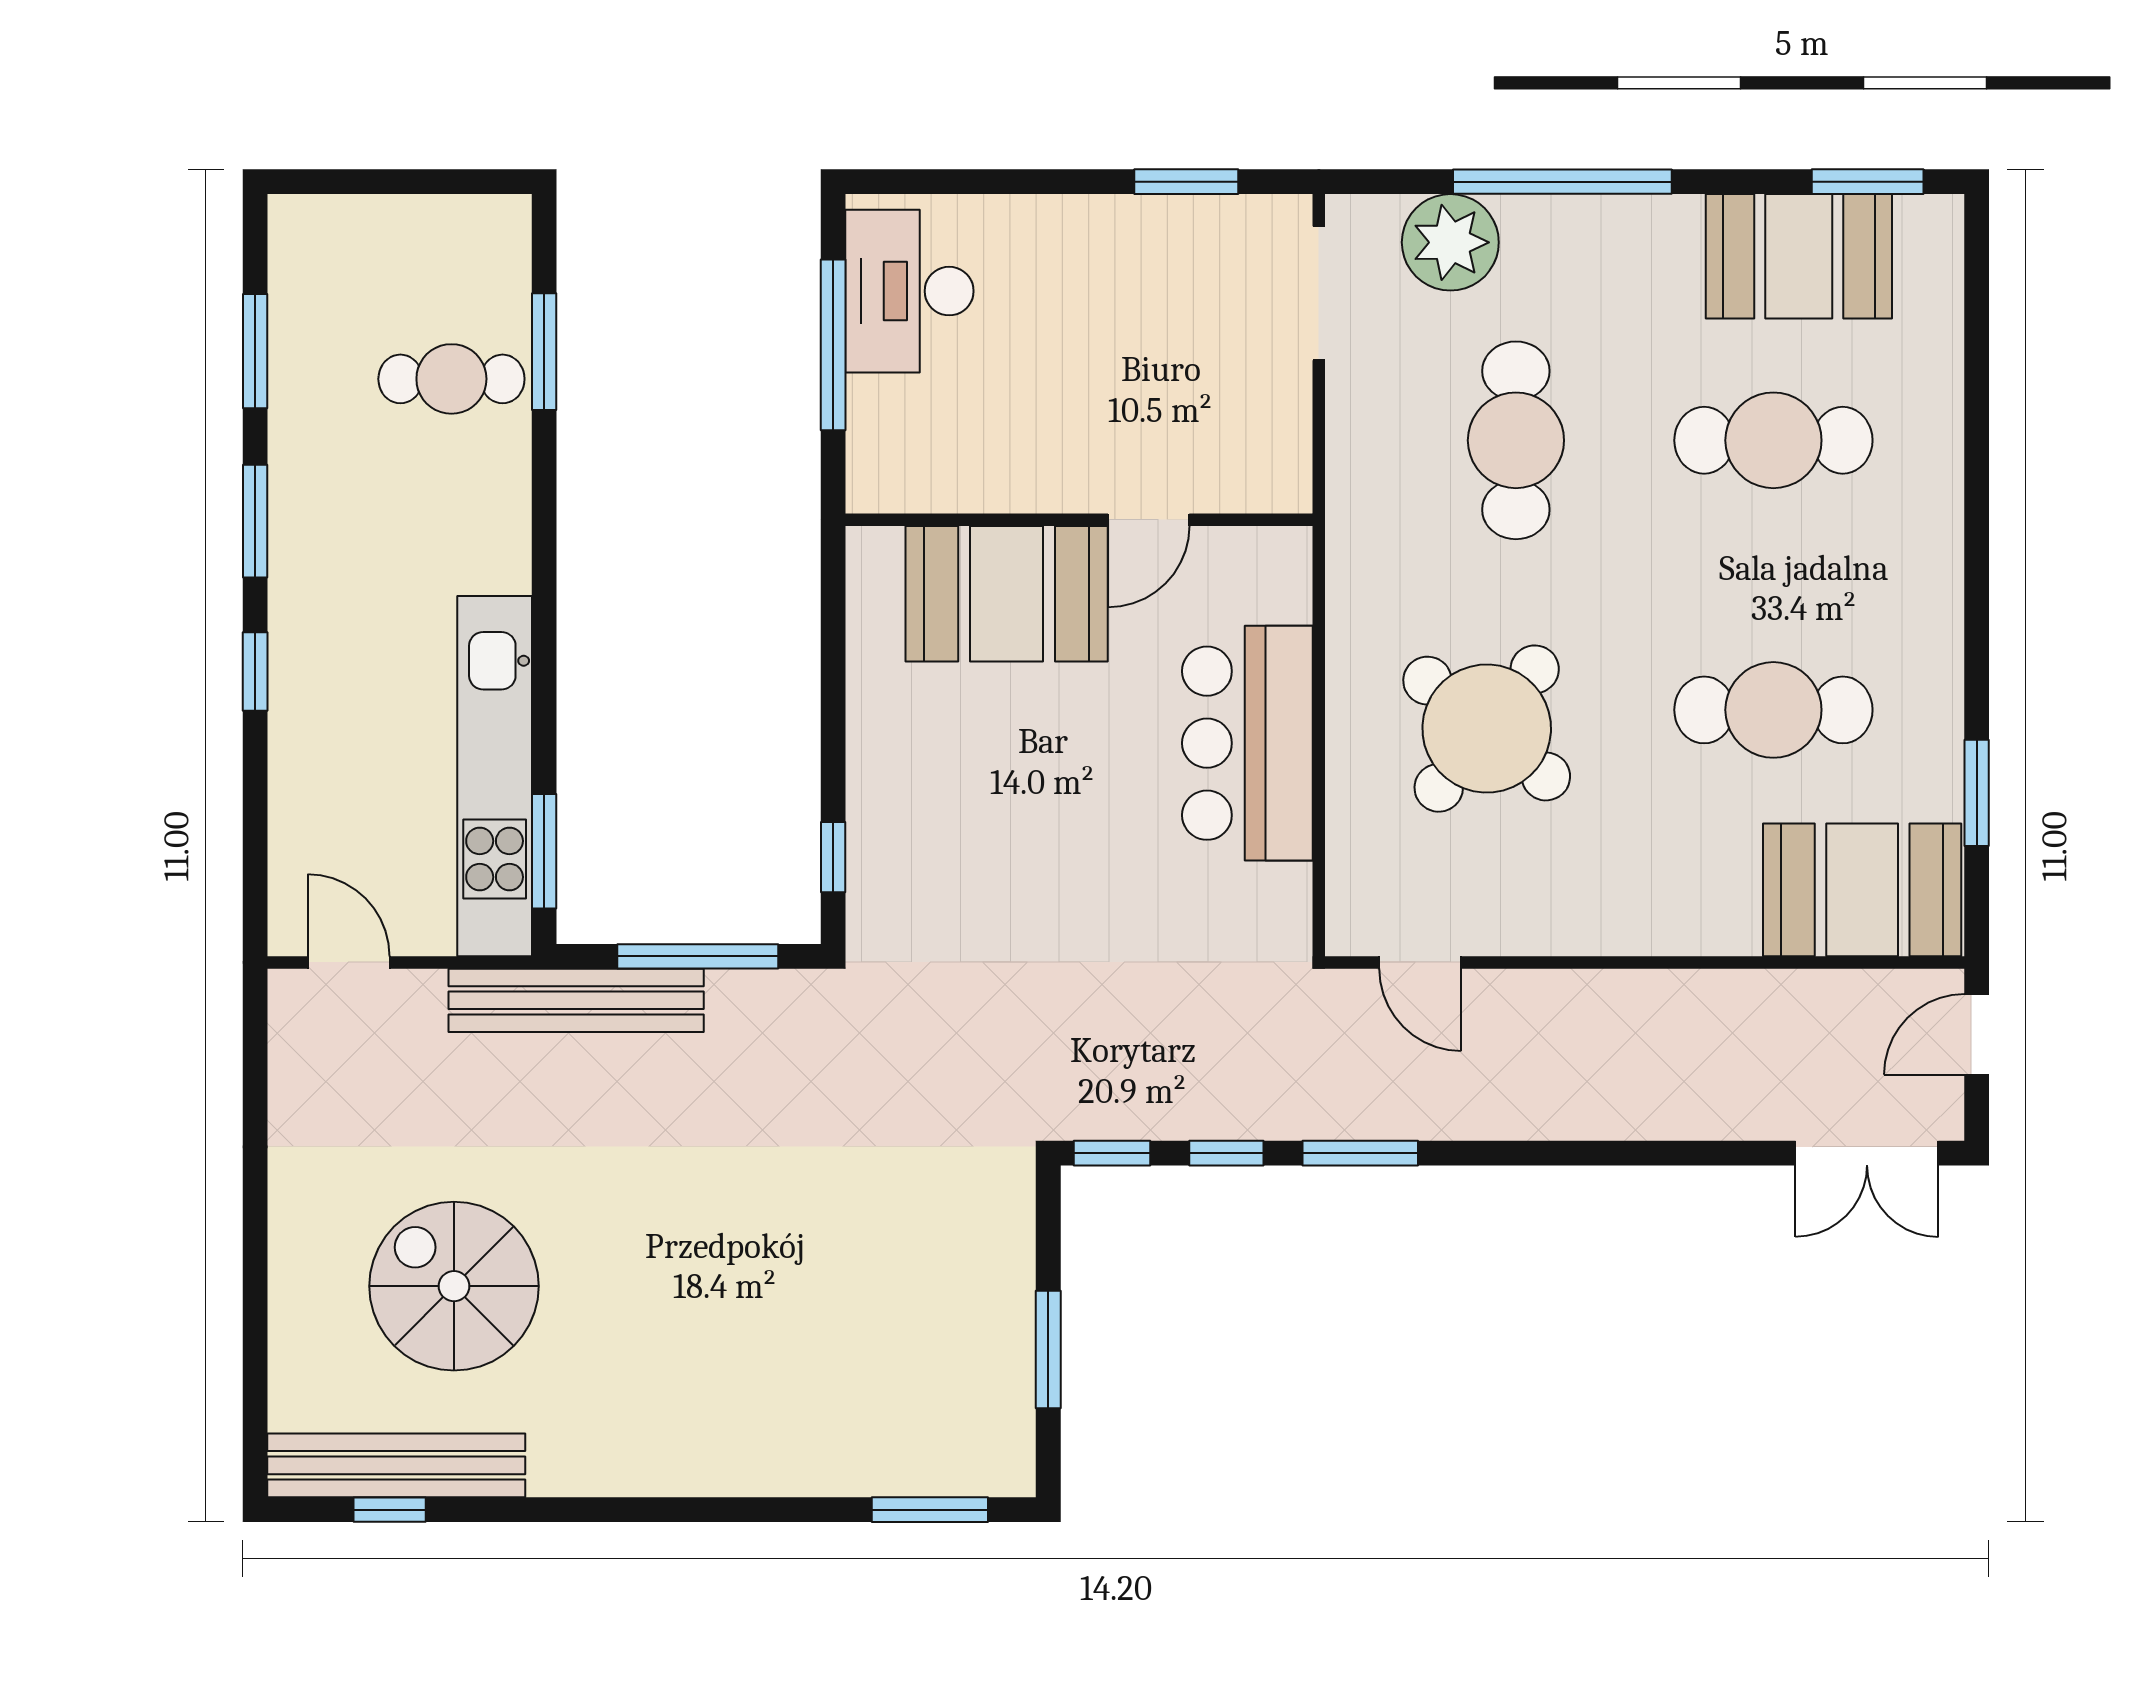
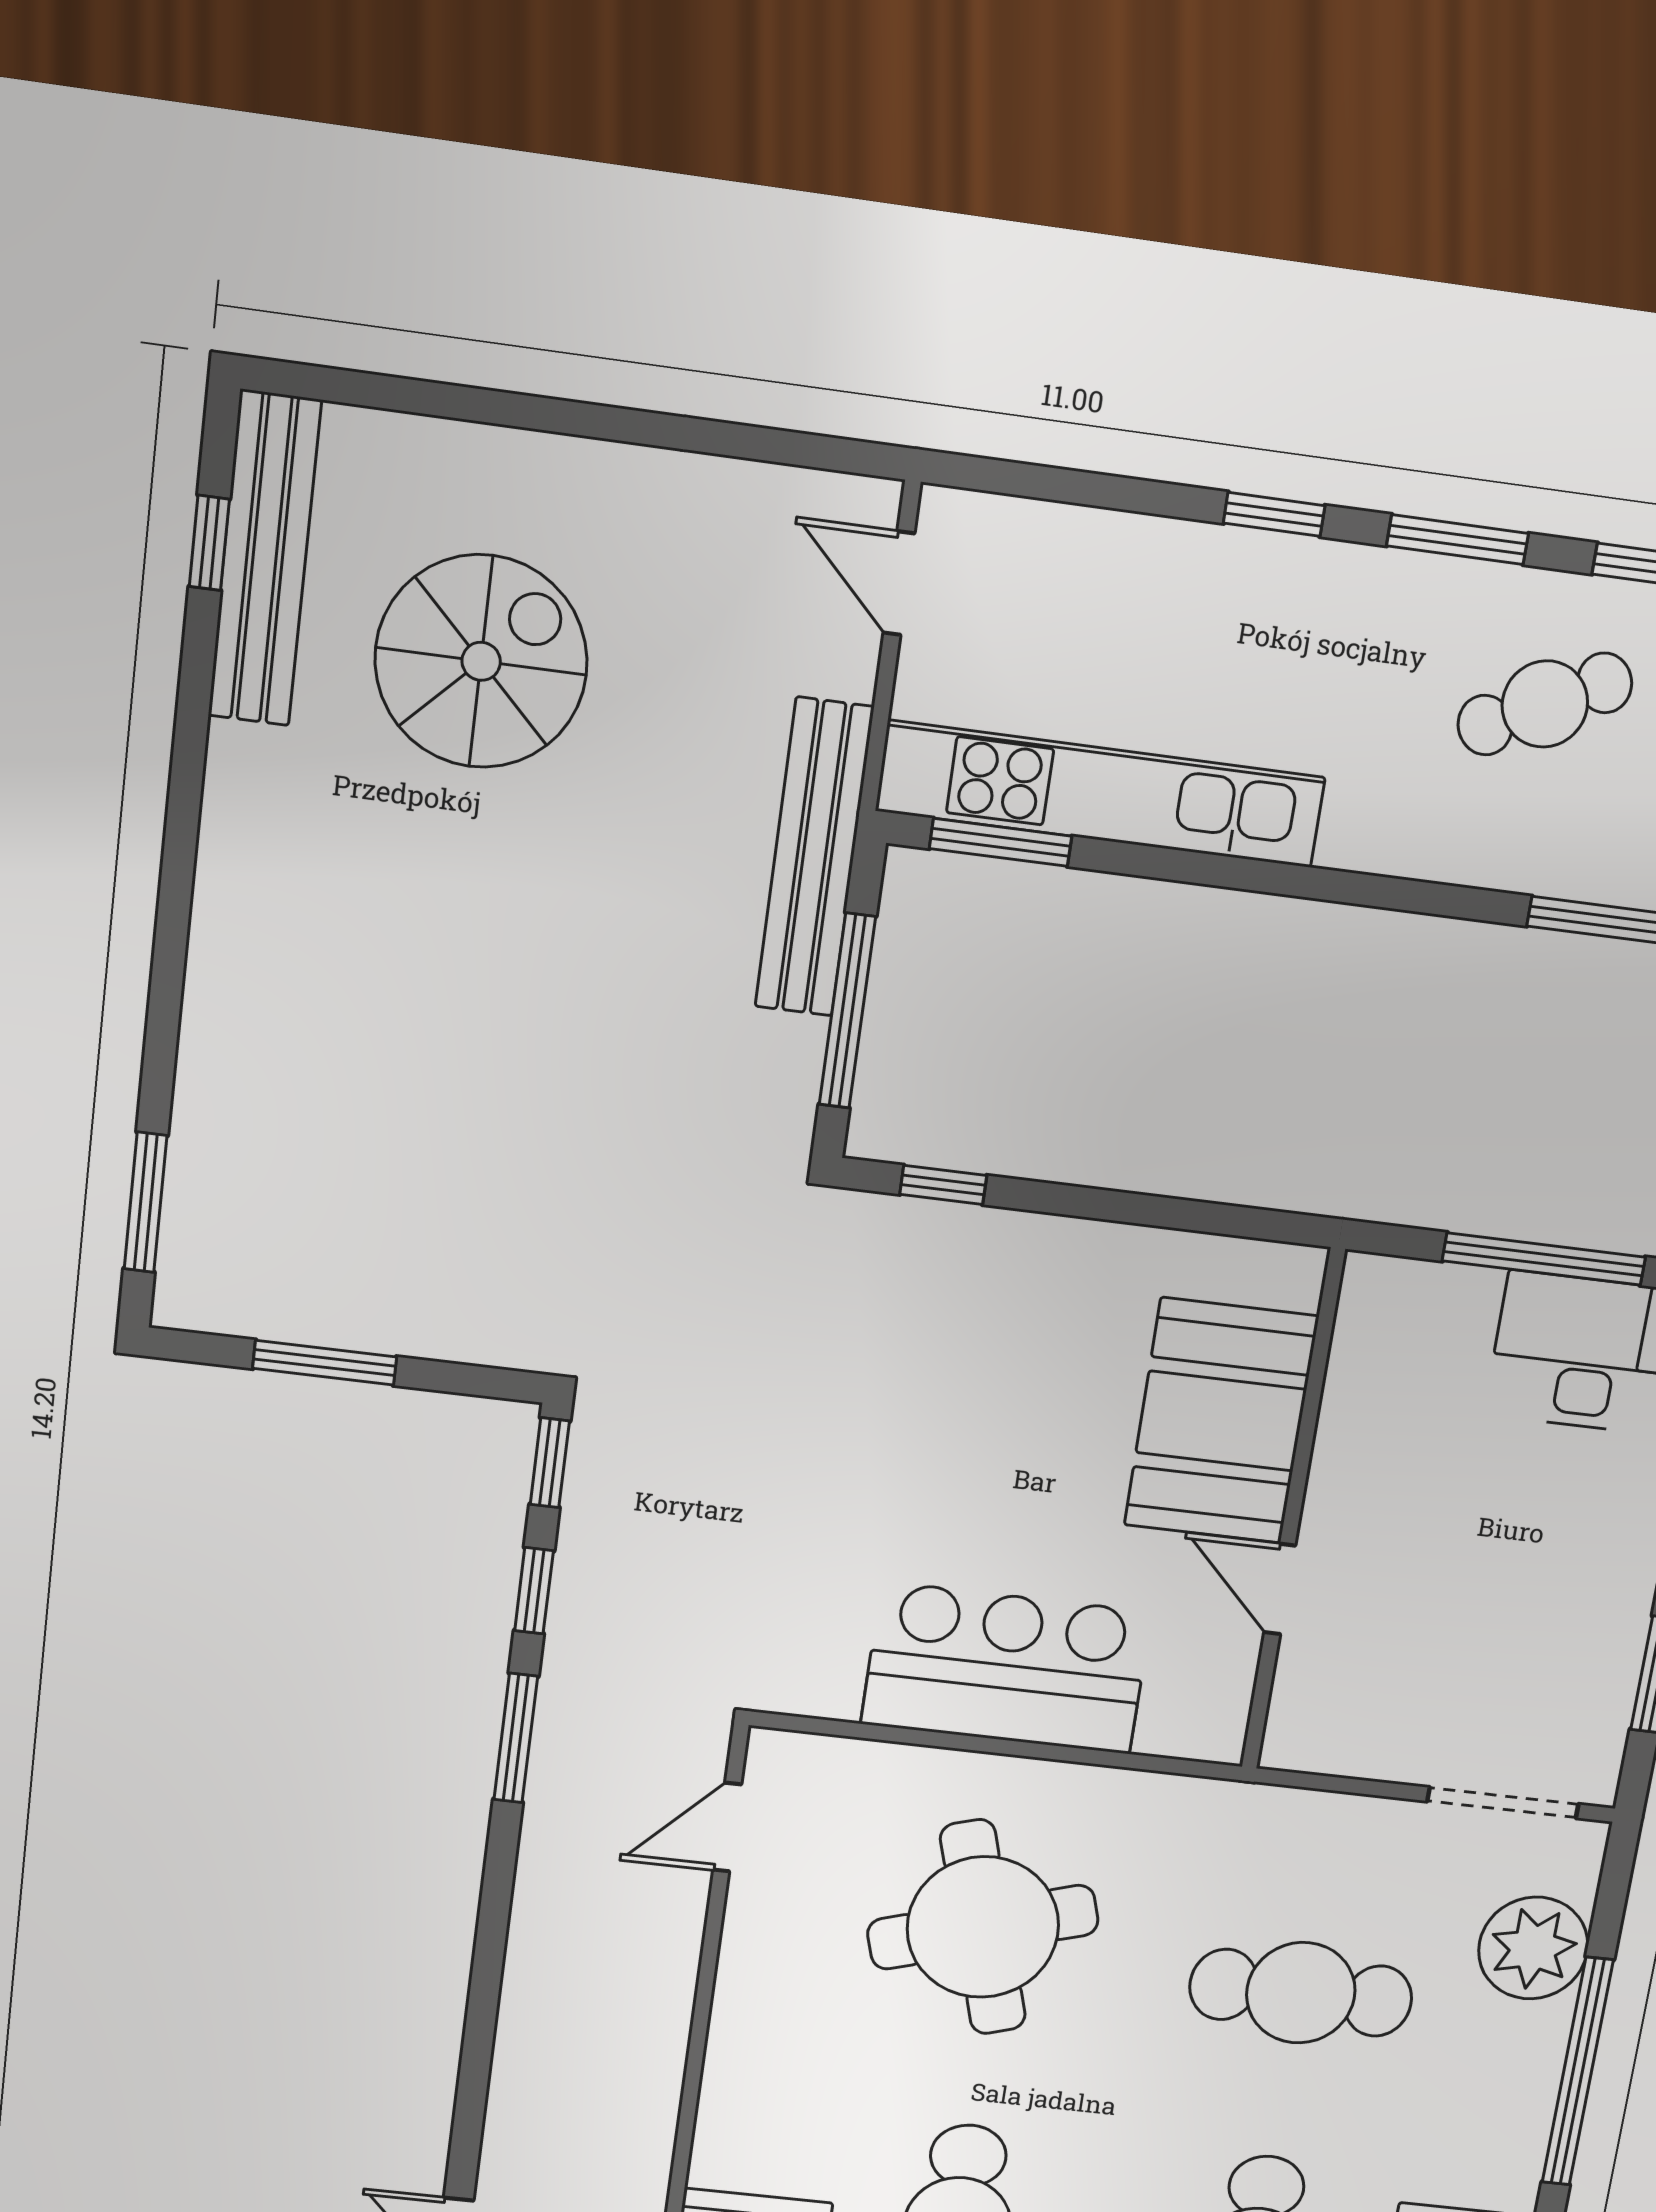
cafe table: (451, 379) -> (1545, 704), moved, turned 63
round table: (1487, 729) -> (983, 1927), turned 34
door: (349, 962) -> (899, 583), swing flipped

